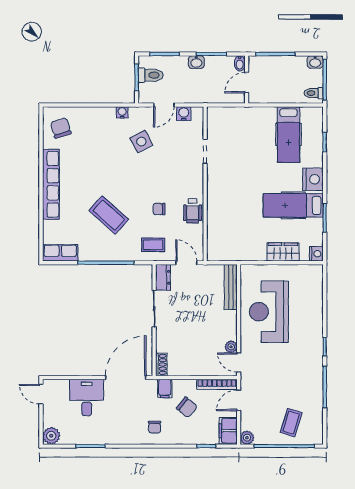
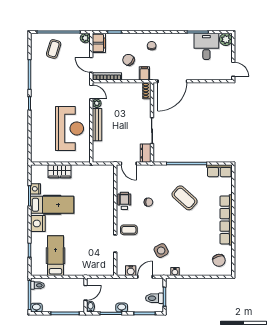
coffee table: (153, 245) -> (129, 230), moved
nightstand: (316, 254) -> (36, 189), moved
bench: (231, 287) -> (97, 125), moved
desk: (87, 398) -> (206, 46), moved, turned 180
door: (239, 400) -> (91, 65), swing flipped

